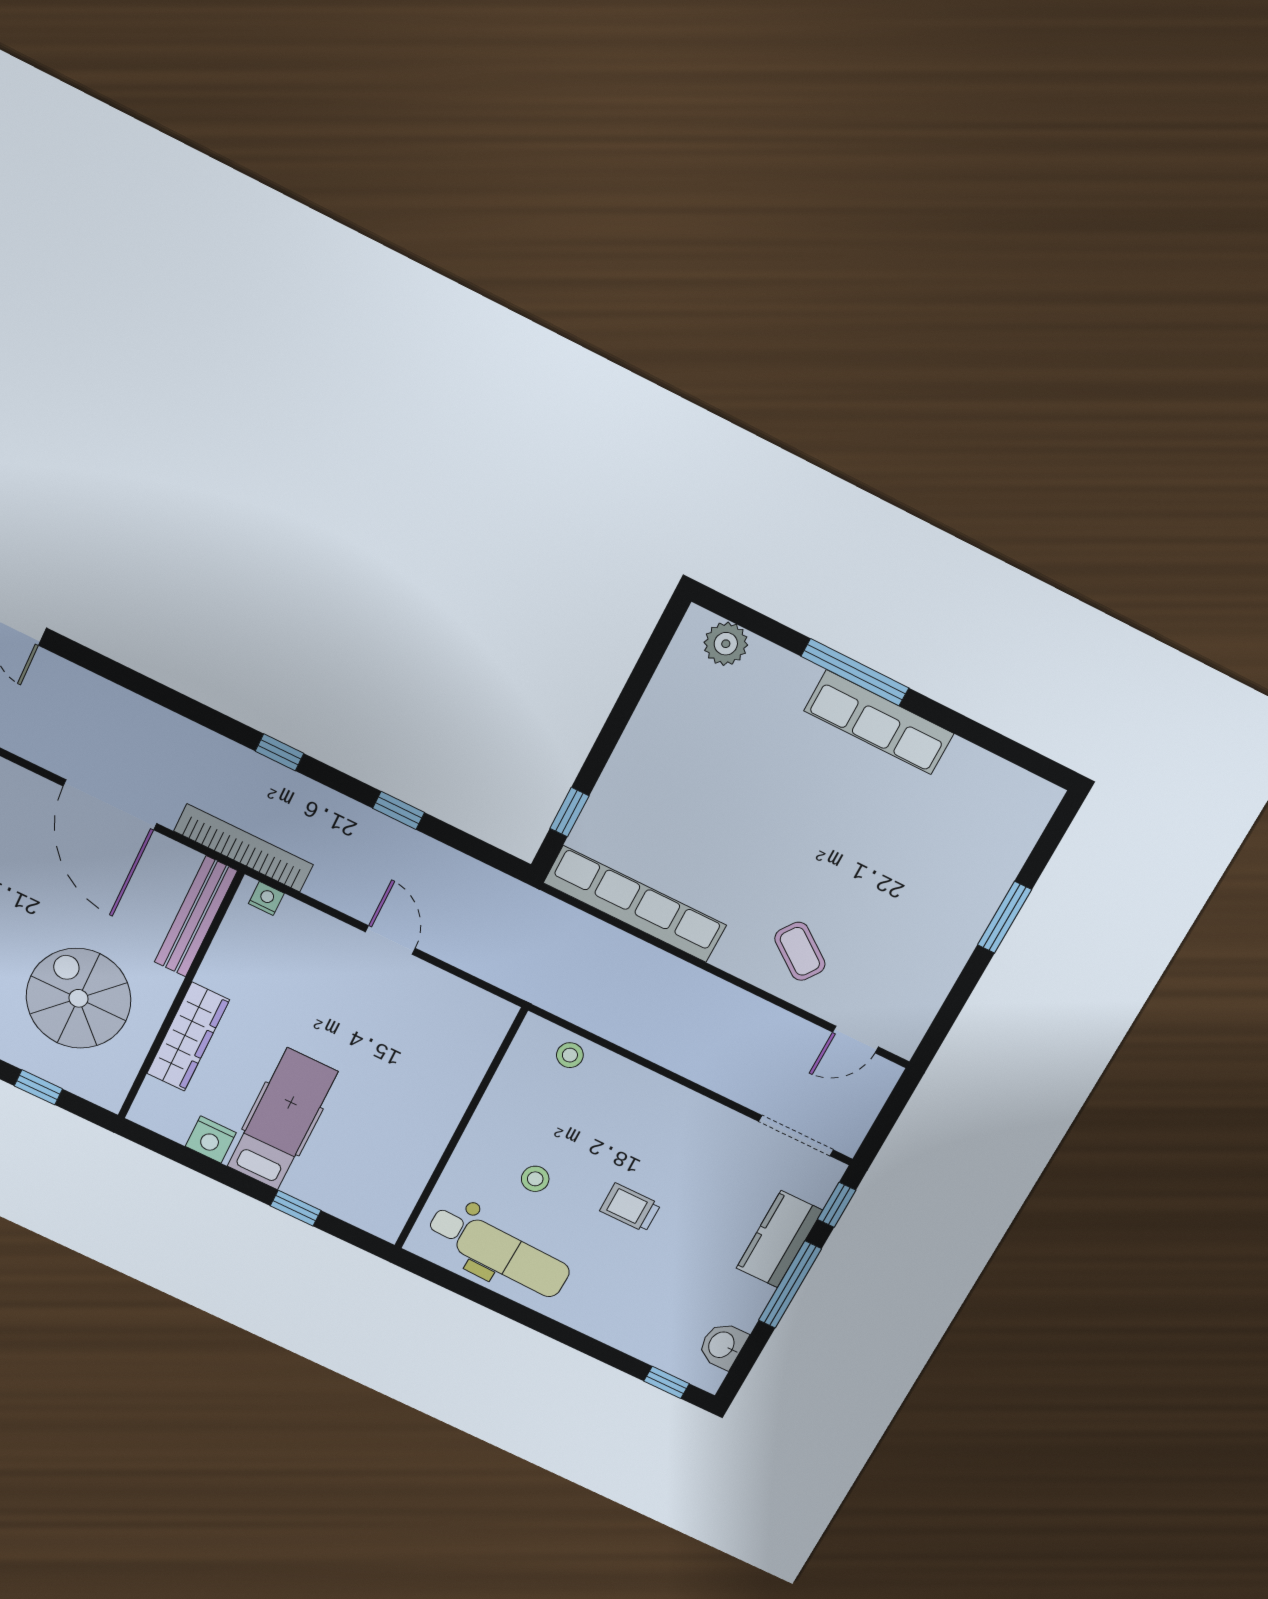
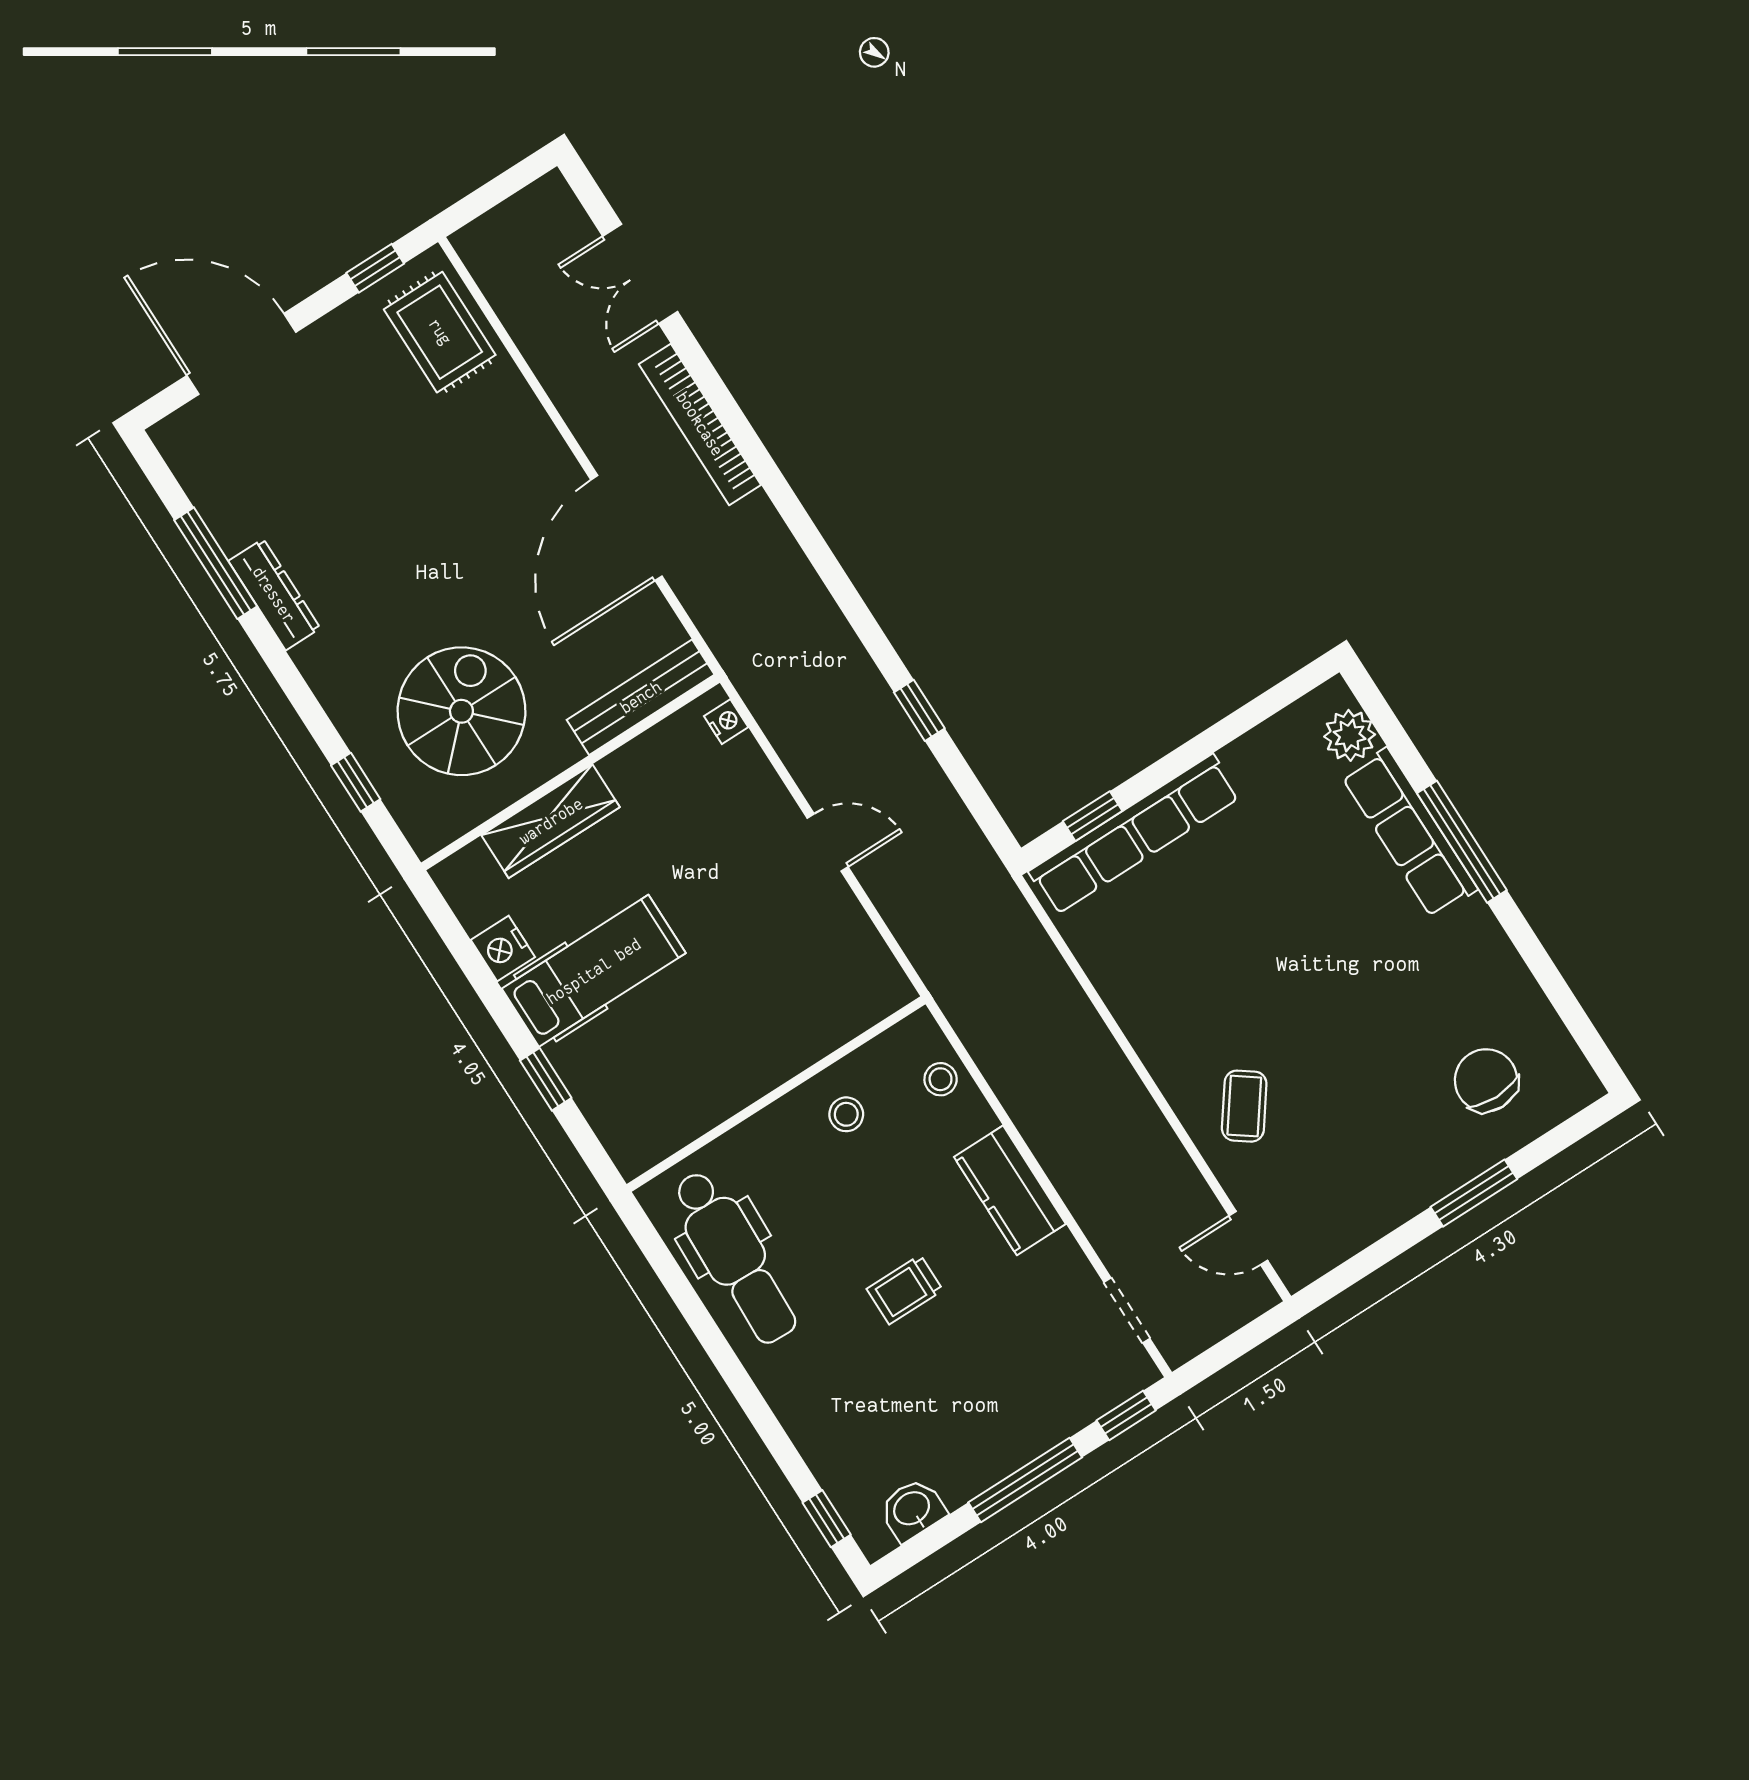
row of seats: (879, 722) -> (1410, 833), moved
window: (280, 752) -> (835, 578), removed
chair: (969, 833) -> (1486, 1080), added
bookcase: (243, 848) -> (700, 424), moved, turned 180
row of seats: (635, 904) -> (1134, 834), moved, turned 90
door: (390, 940) -> (828, 842), hinge flipped
doorway: (796, 1136) -> (1127, 1310), width x0.73
stool: (535, 1179) -> (846, 1114), moved
trolley: (630, 1208) -> (905, 1290), turned -90
kitchen counter: (779, 1239) -> (1010, 1190), moved, turned -90

